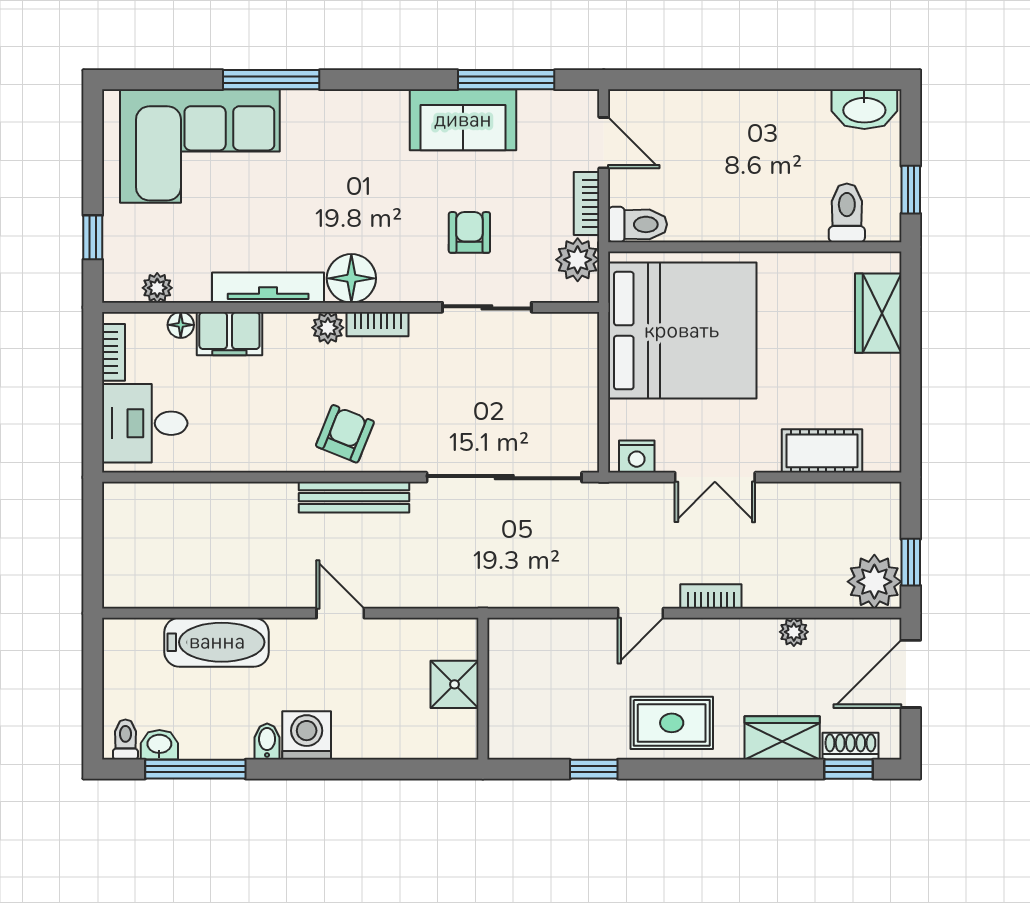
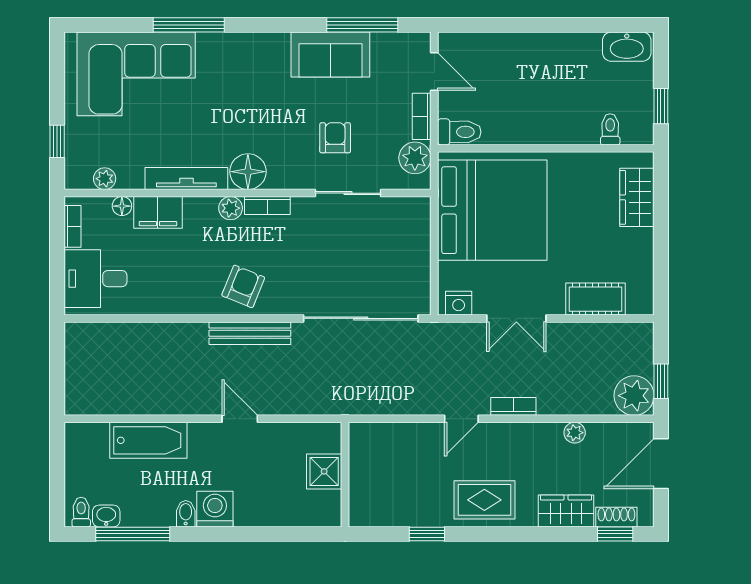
toilet: (847, 213) -> (610, 129), width x0.73, depth x0.72

